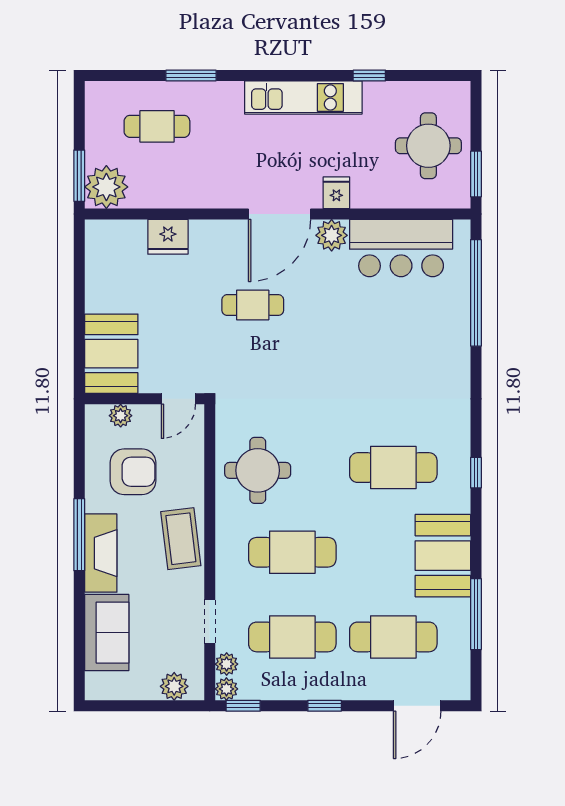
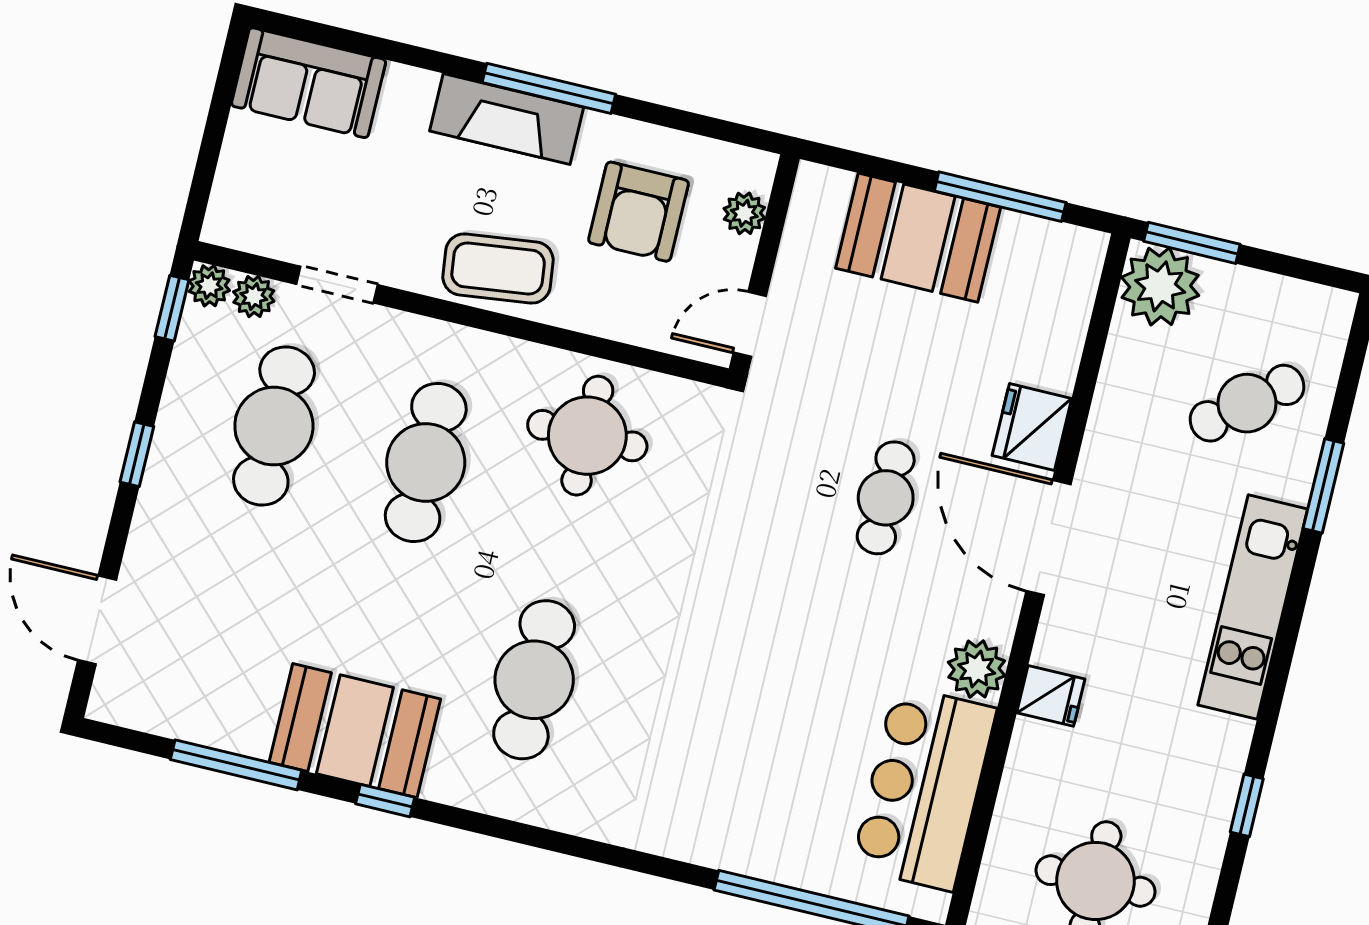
kitchen unit: (303, 97) -> (1253, 607), moved
cafe table: (157, 126) -> (1247, 403), turned 51
door: (280, 214) -> (1049, 538), moved
fridge: (168, 237) -> (1032, 427), moved
window: (79, 283) -> (1000, 197), added
booth: (111, 354) -> (918, 238), moved
door: (178, 399) -> (750, 324), hinge flipped
window: (476, 473) -> (385, 801), moved
sofa: (107, 633) -> (309, 83), moved
cafe table: (393, 637) -> (231, 607), removed
plant: (174, 686) -> (236, 193), removed

